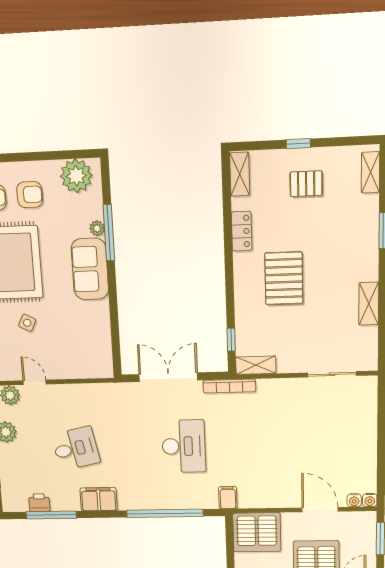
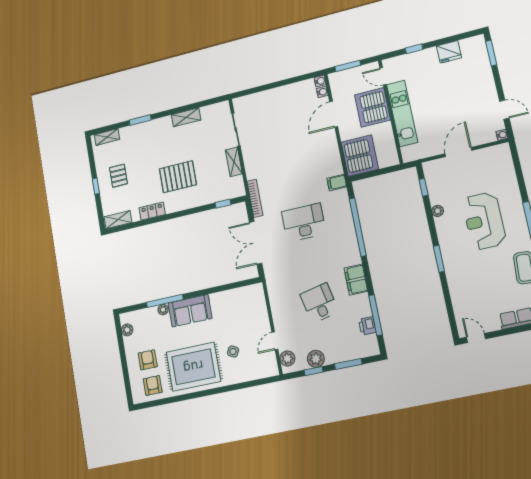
plant: (76, 176) -> (127, 330), width x0.53, depth x0.53
shelving: (256, 365) -> (234, 162), moved

